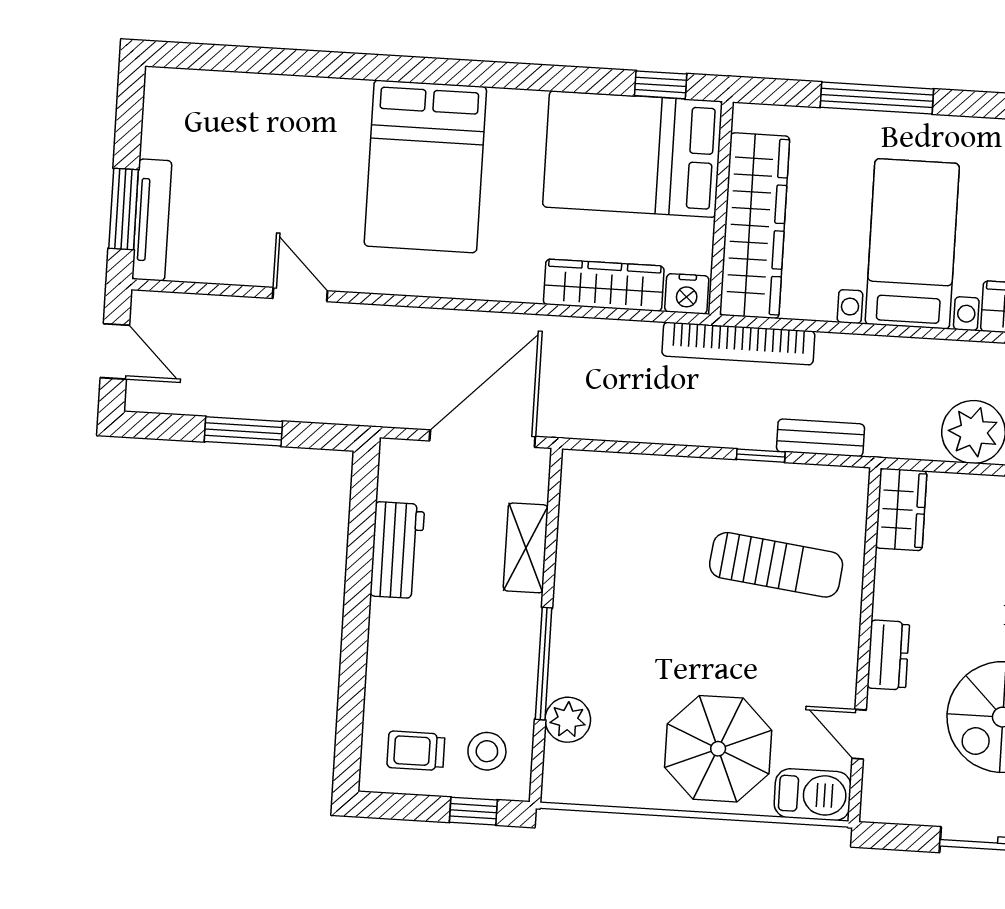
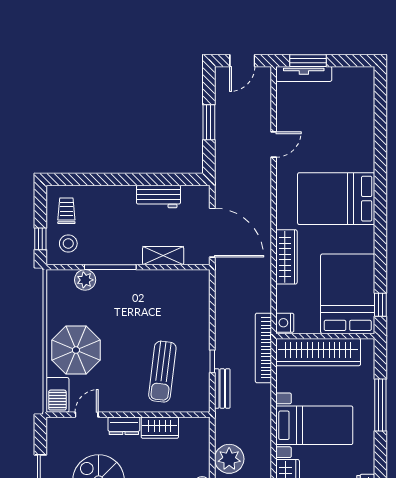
wardrobe: (604, 285) -> (286, 257), moved
wardrobe: (901, 509) -> (160, 428), moved

